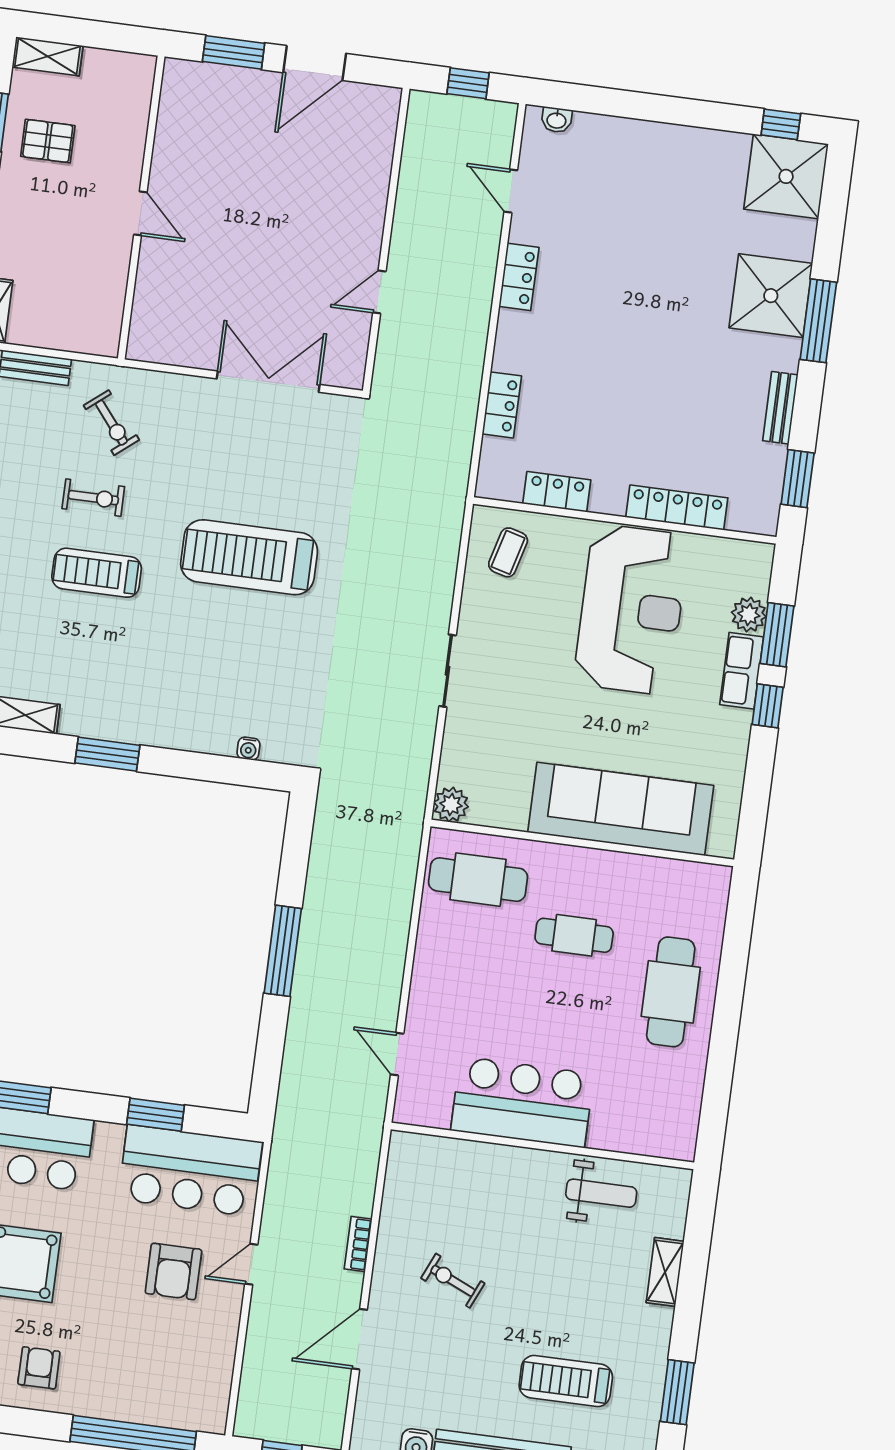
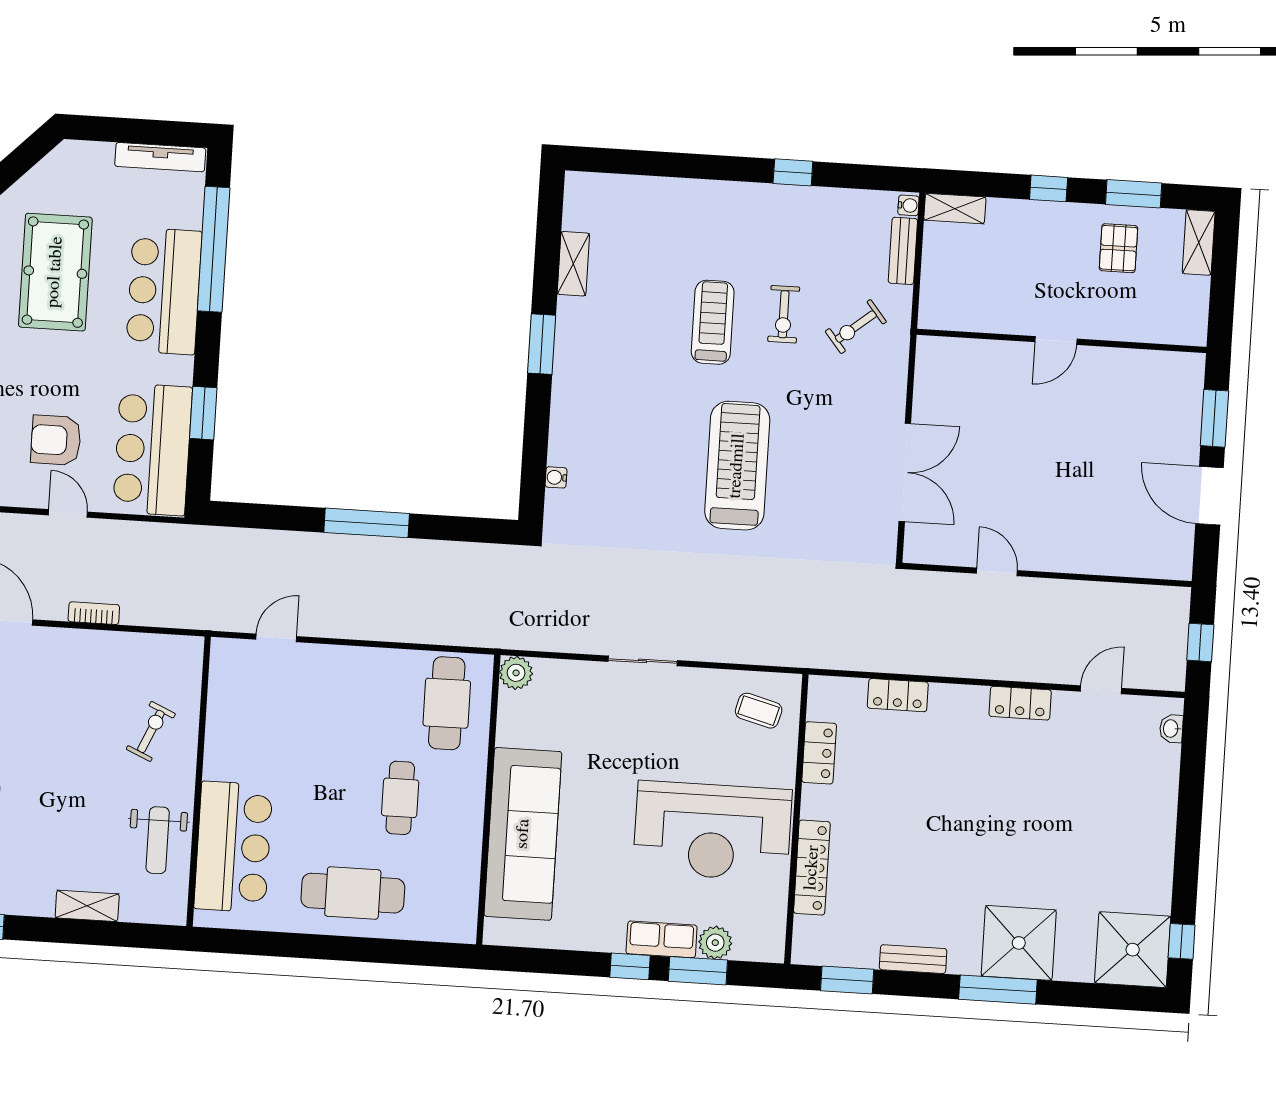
bar counter: (522, 1102) -> (233, 847), moved
exercise bike: (453, 1281) -> (151, 731), moved

